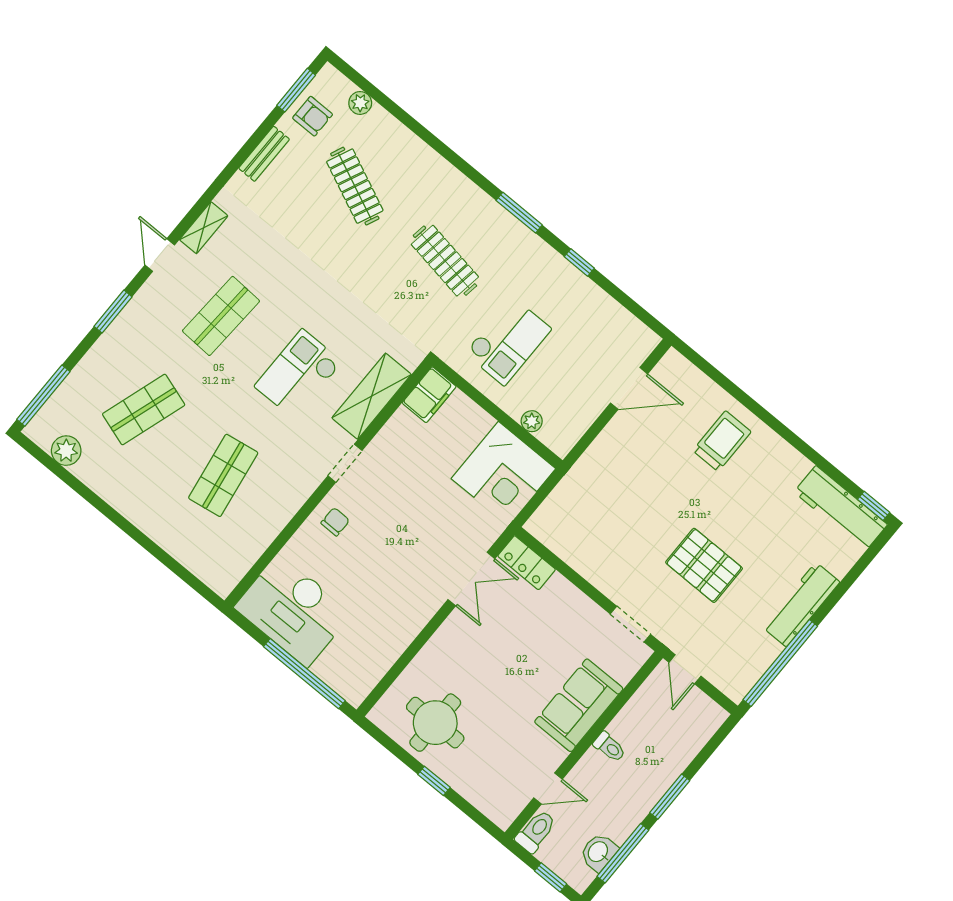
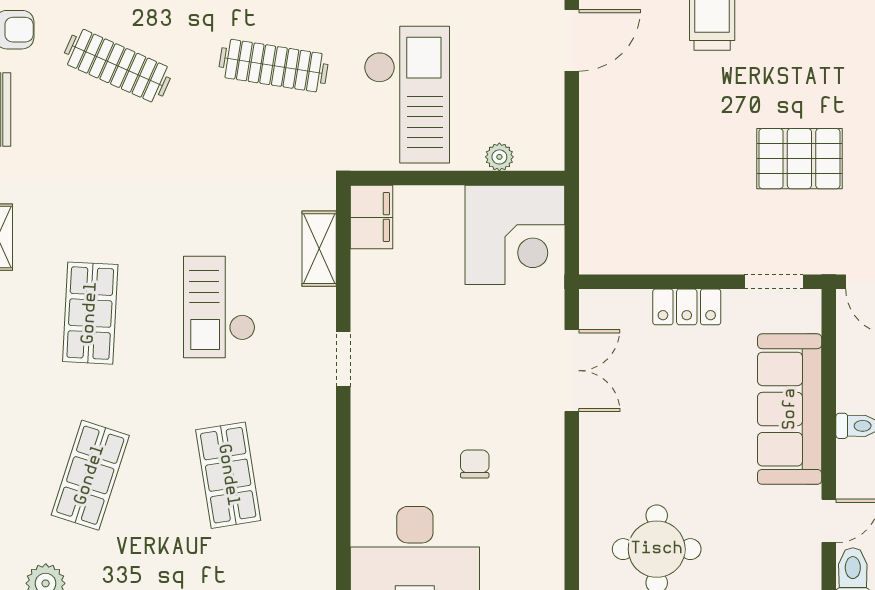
checkout: (508, 341) -> (407, 95), width x1.36, depth x1.21
shelving: (372, 396) -> (319, 249), width x0.67, depth x0.75
chair: (335, 522) -> (475, 464), moved
locker: (527, 563) -> (687, 307), moved
sofa: (579, 705) -> (790, 409), width x1.36

